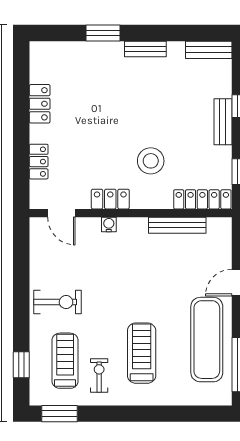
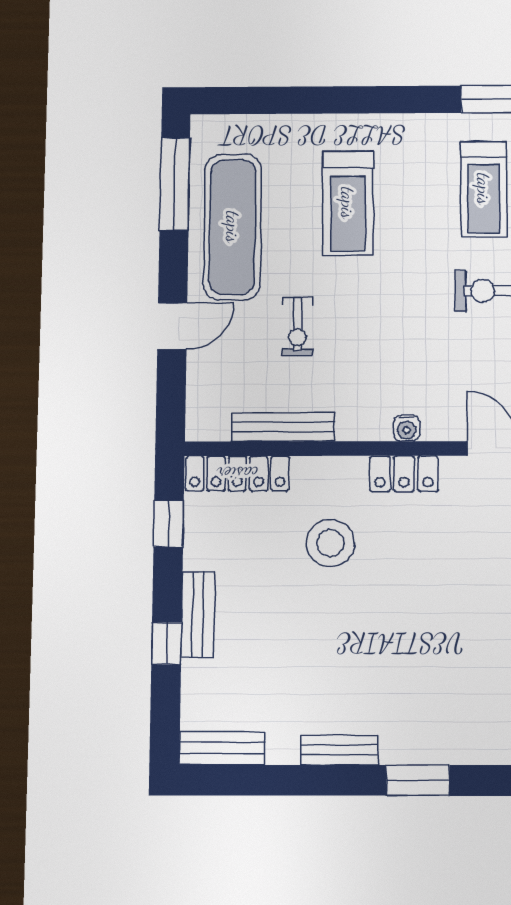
exercise bike: (99, 375) -> (298, 327), moved

